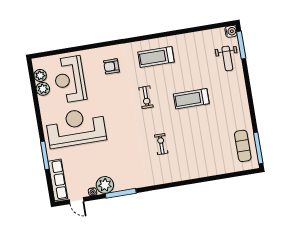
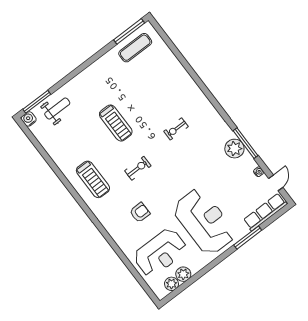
armchair: (111, 66) -> (140, 213), moved, turned -90
reception desk: (76, 128) -> (204, 222), turned 180
plant: (105, 185) -> (234, 149), moved

